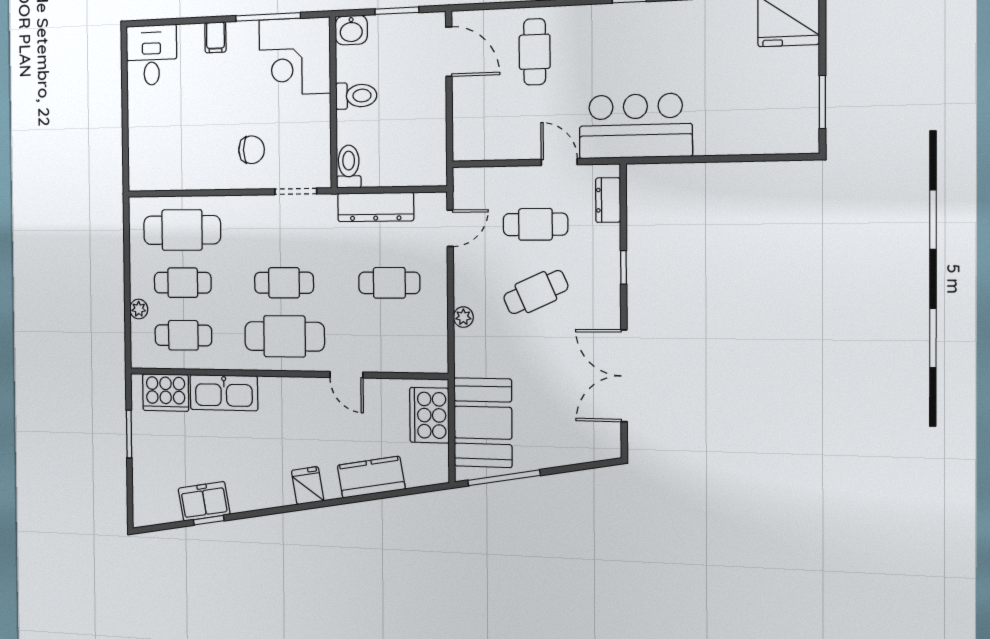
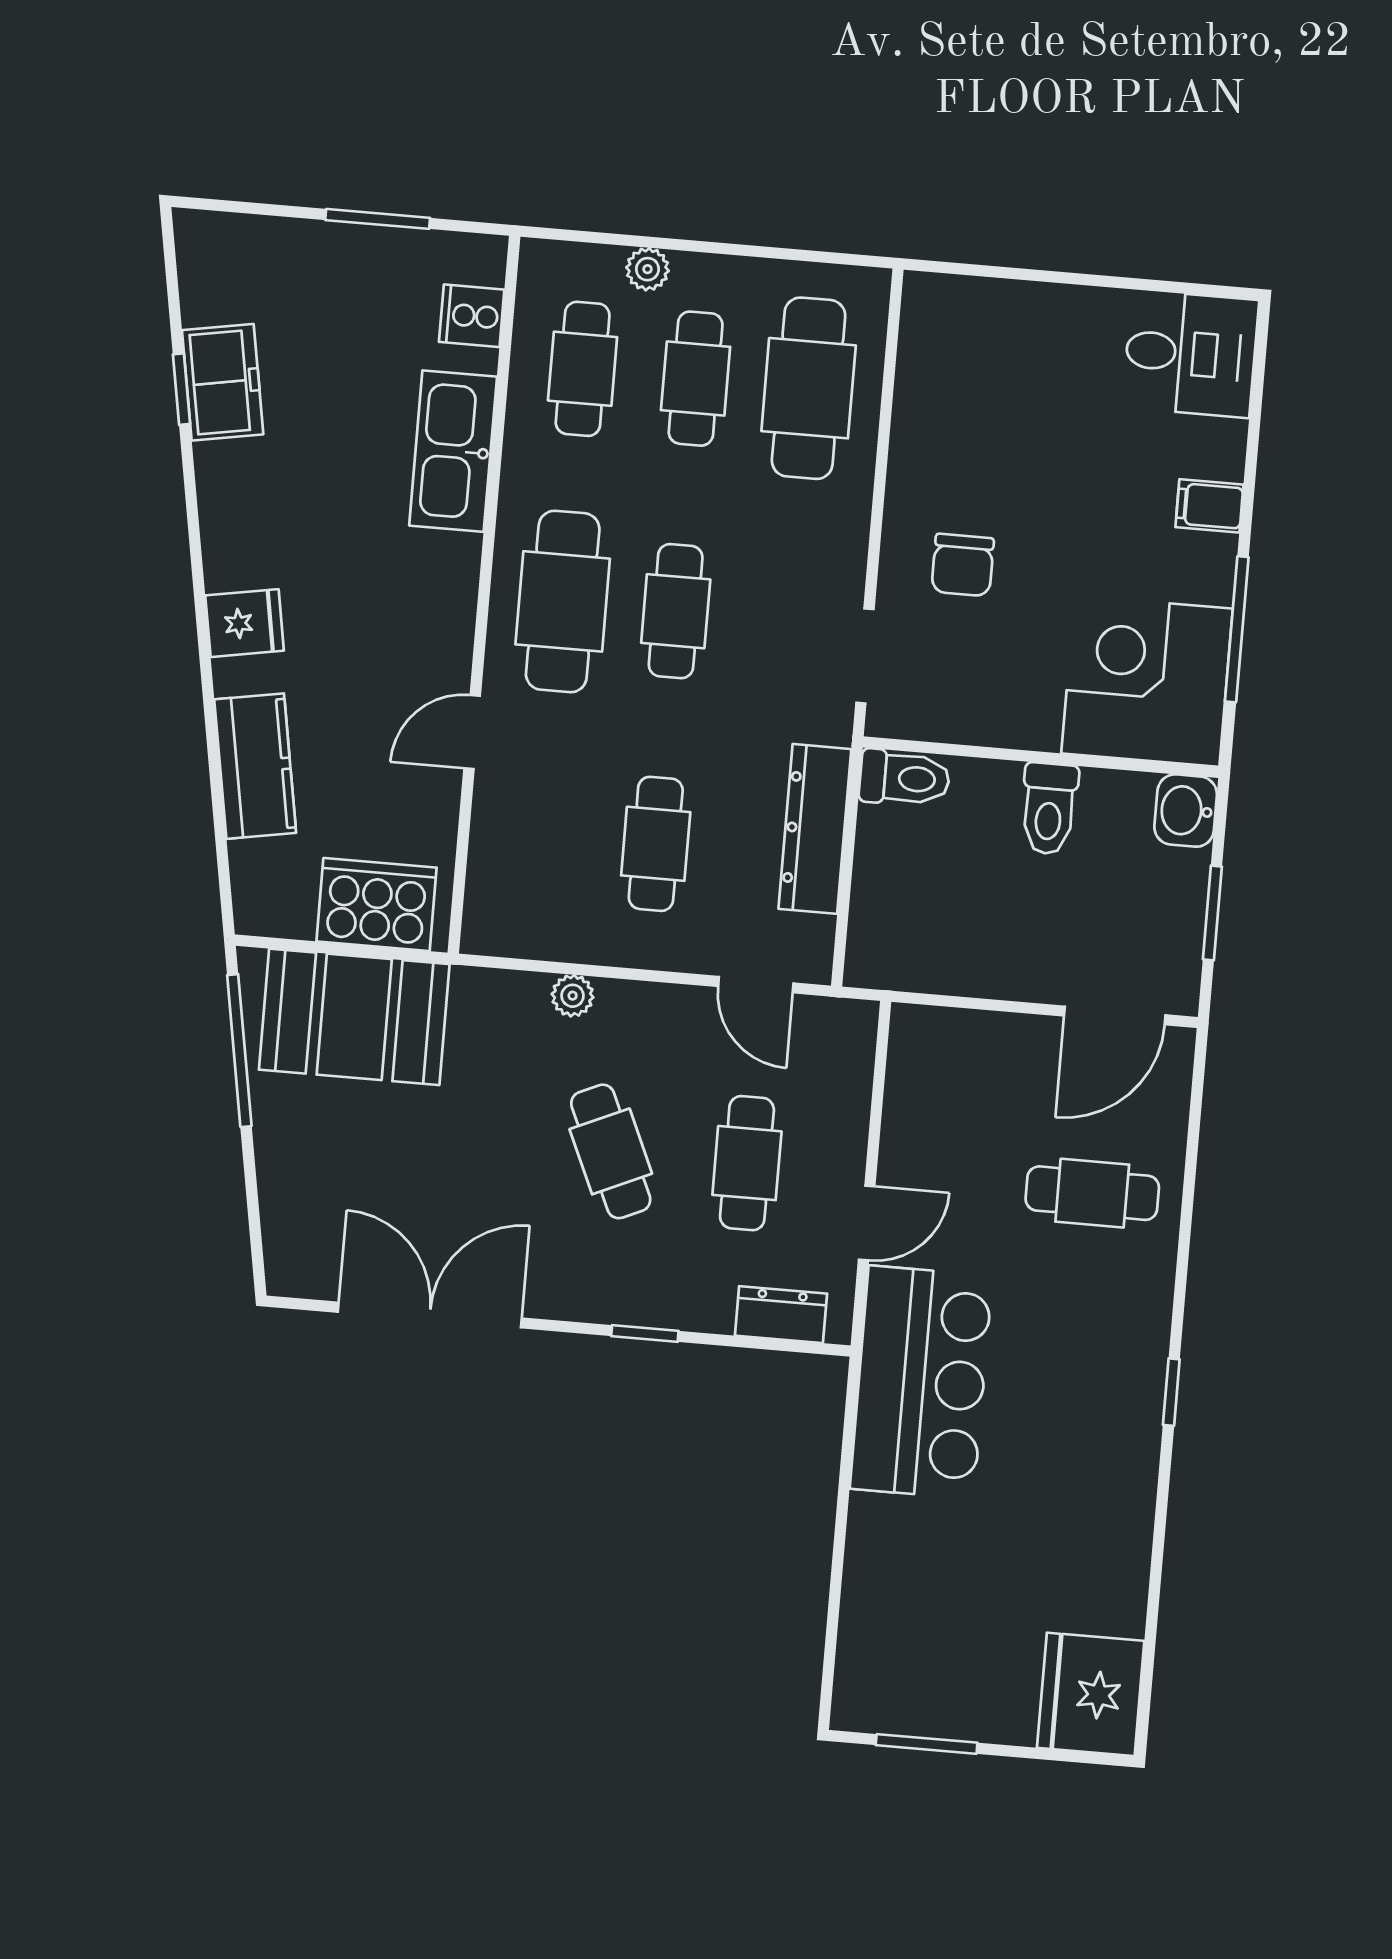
cooker: (166, 393) -> (472, 316), width x0.53, depth x0.76

